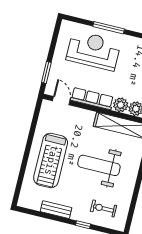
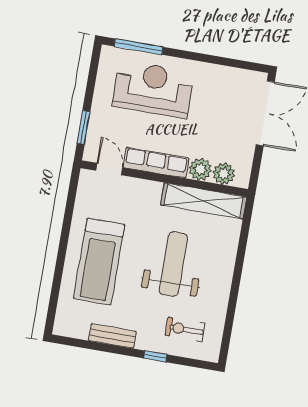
window: (109, 28) -> (139, 47), moved
weight bench: (99, 165) -> (173, 264), turned 90

